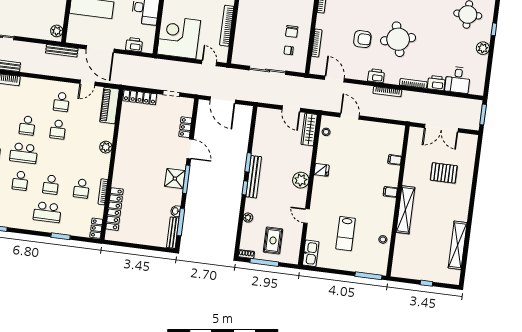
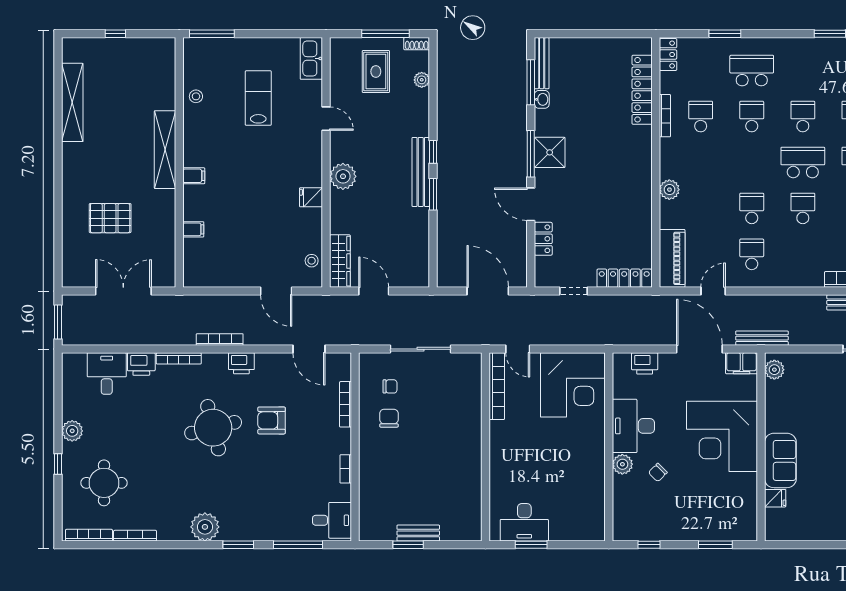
bookcase: (227, 26) -> (497, 386), moved
filing cabinet: (76, 37) -> (742, 363), added
plant: (248, 218) -> (422, 80), moved

